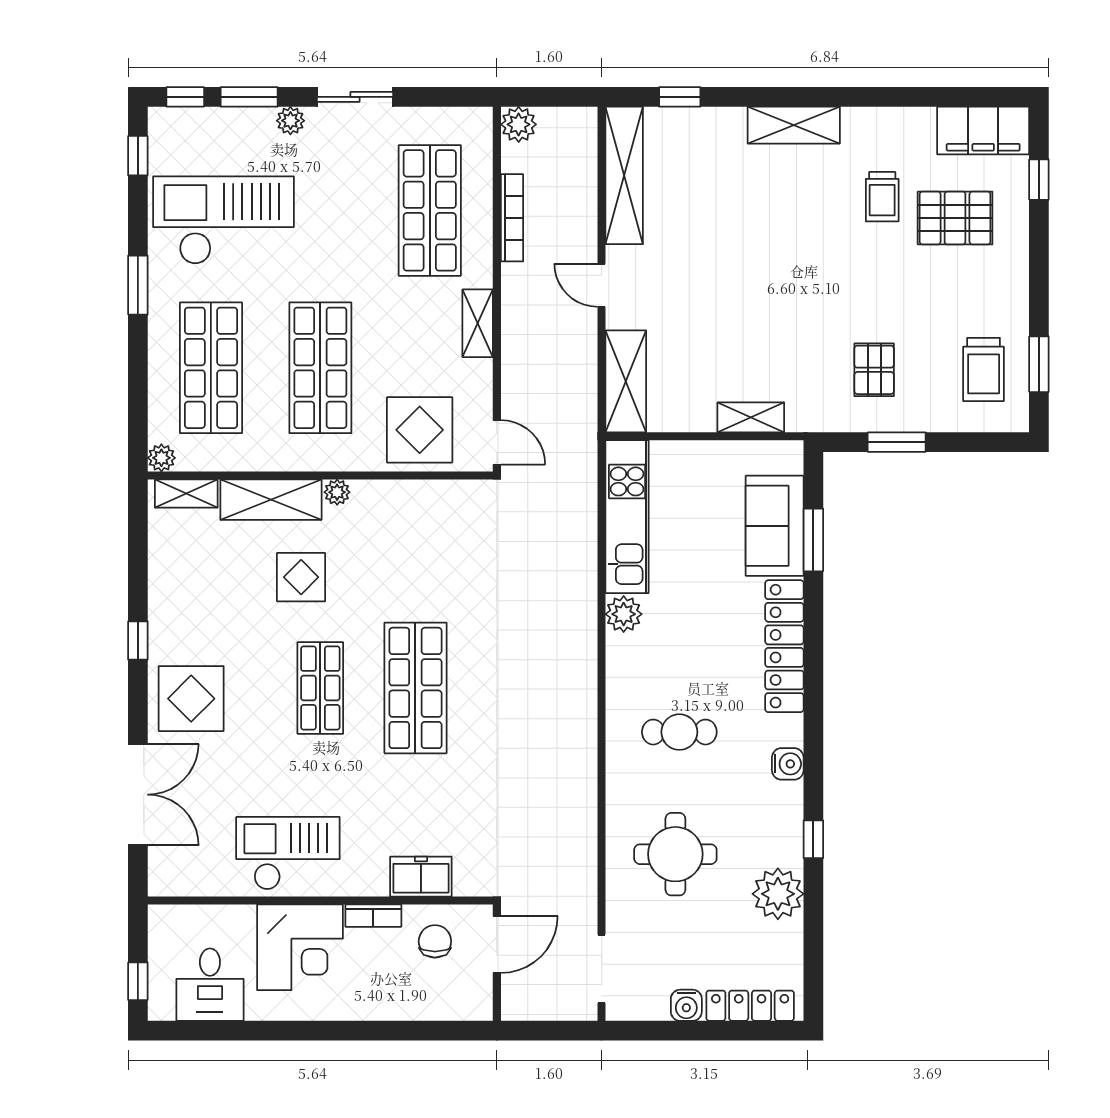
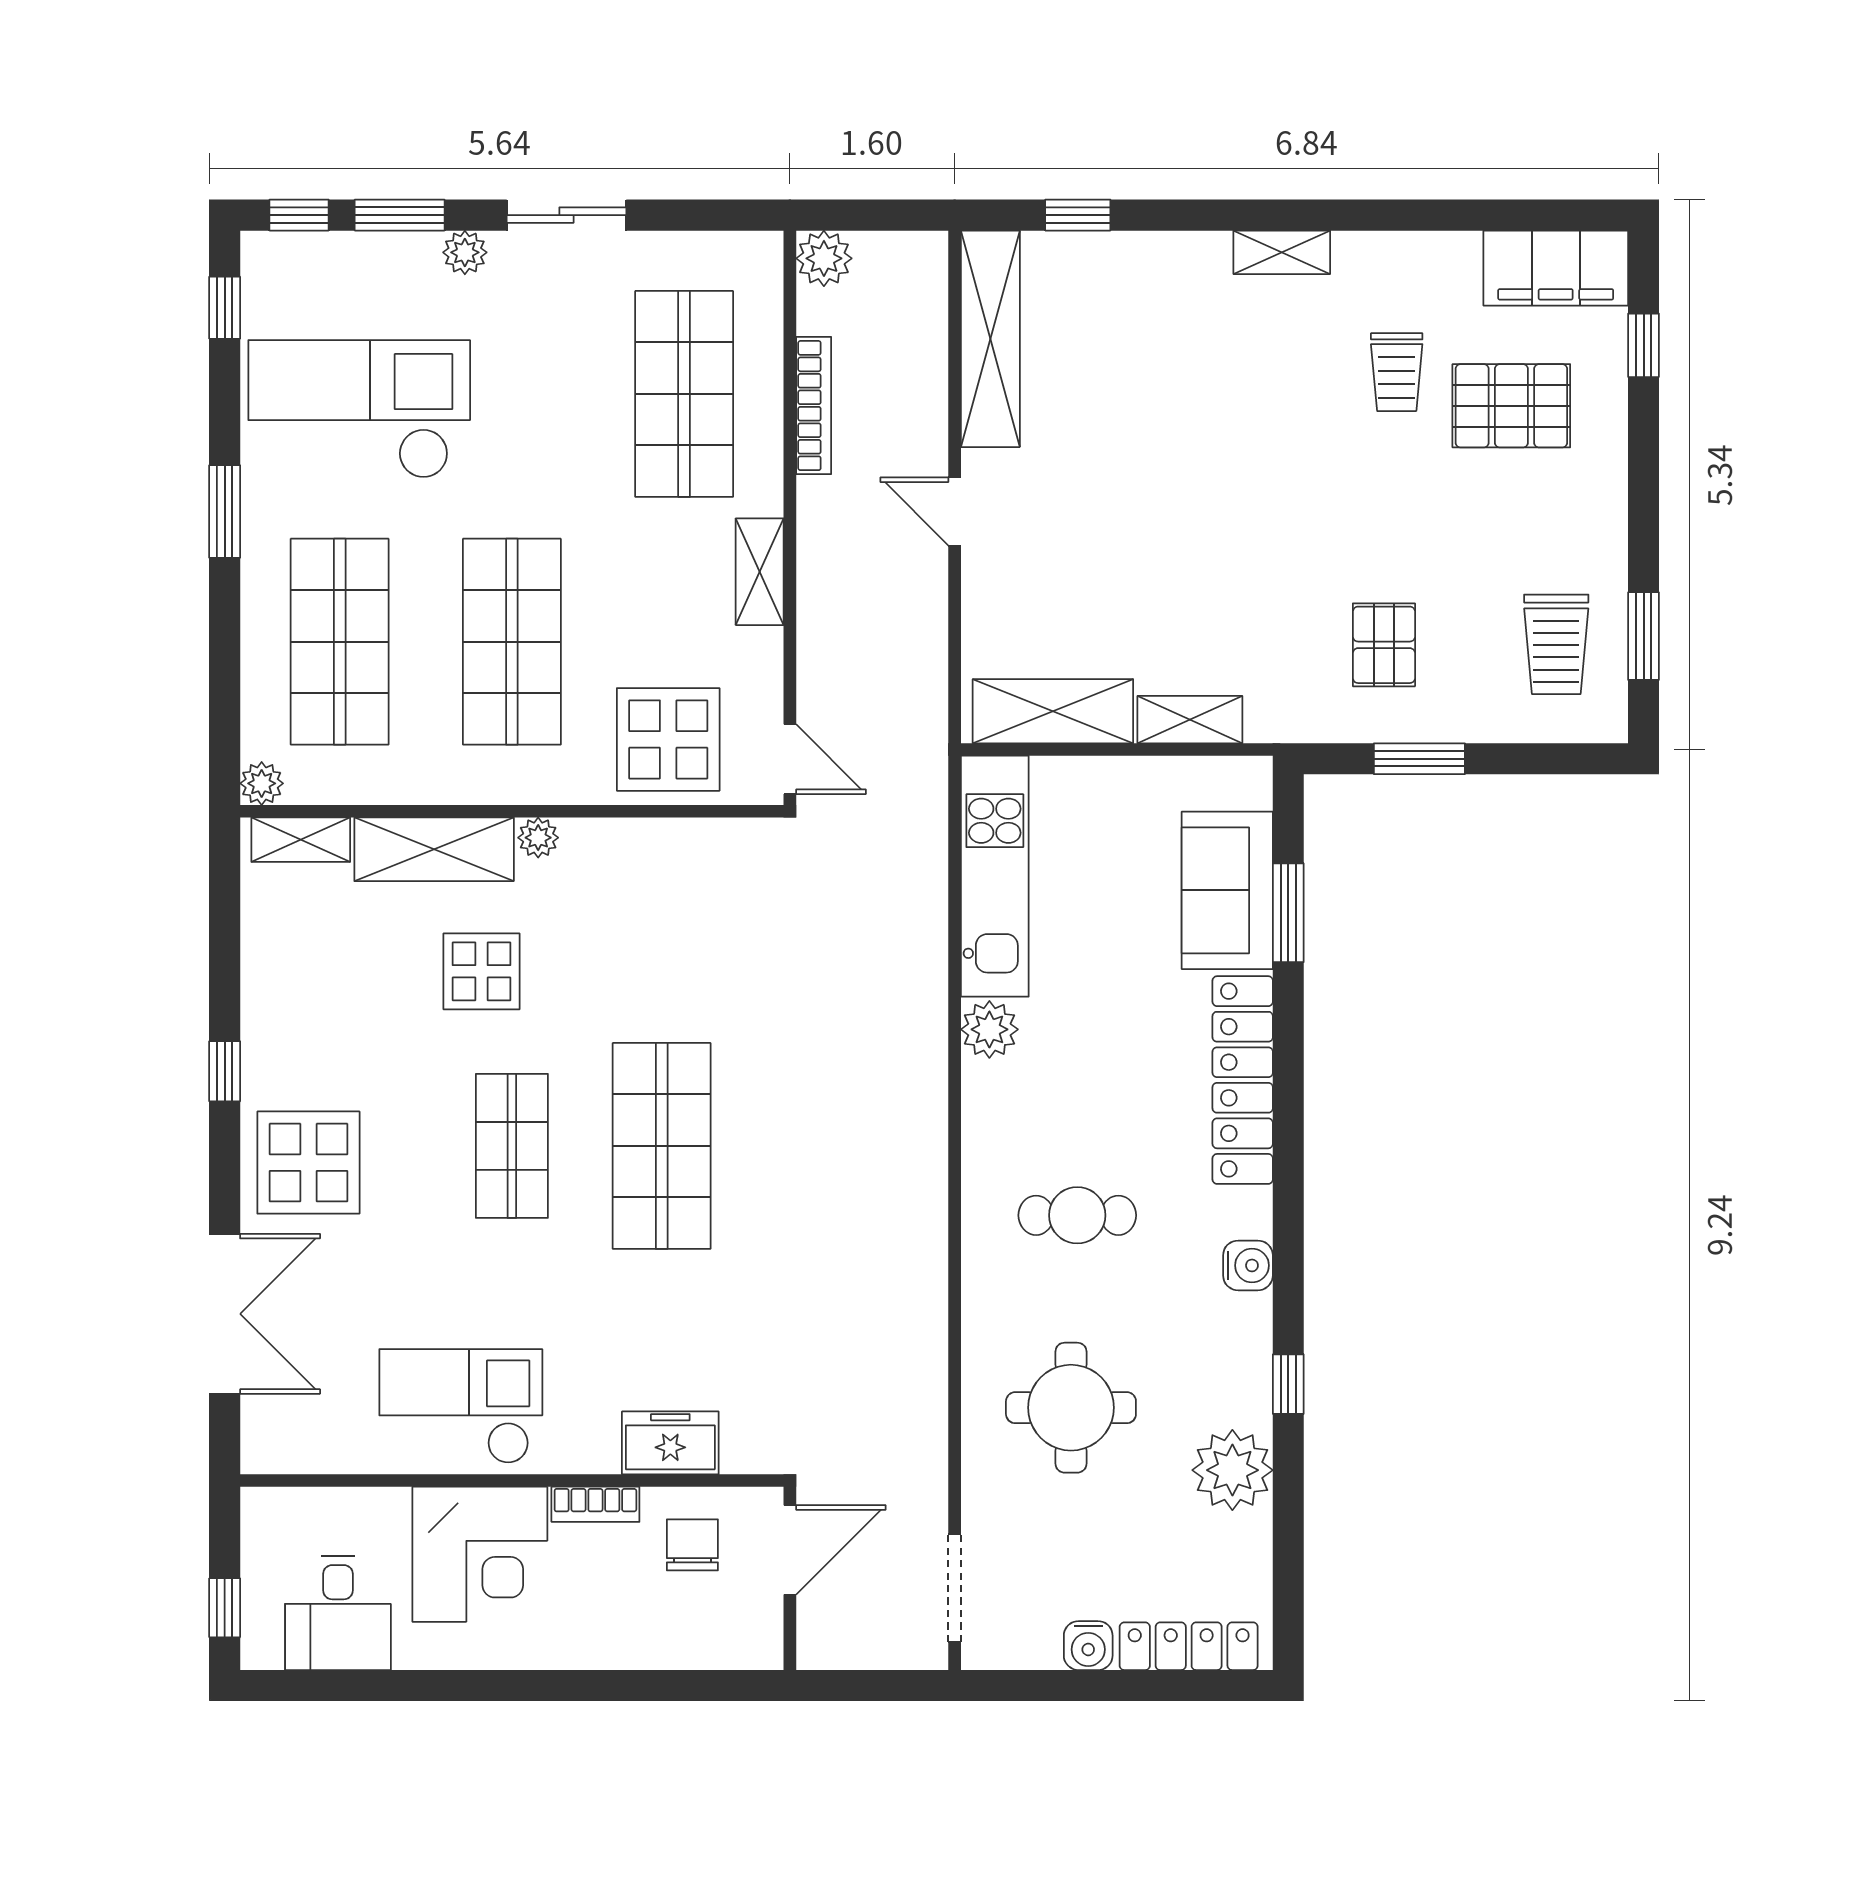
shelving: (794, 125) -> (1282, 252), width x0.67, depth x0.75
shelving: (626, 381) -> (1053, 711), moved, turned 90

